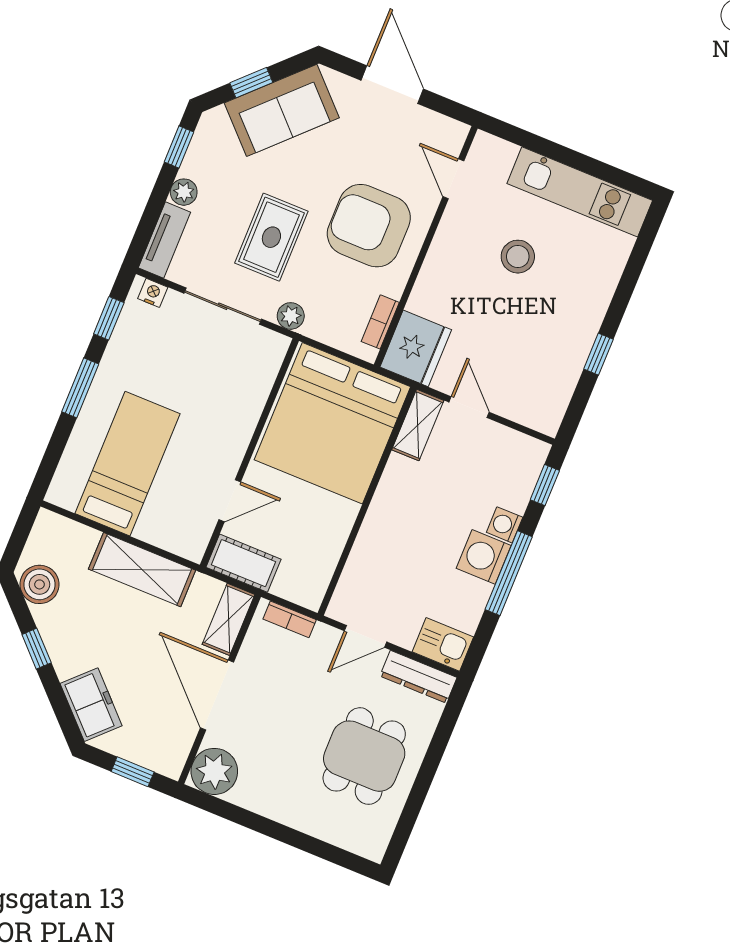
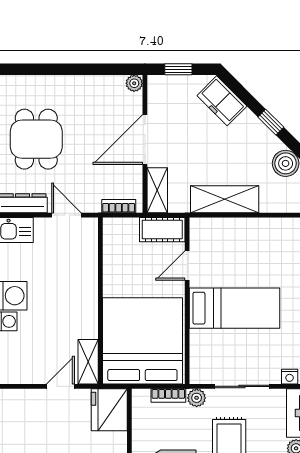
bookcase: (380, 322) -> (168, 396), moved, turned 90
door: (469, 407) -> (60, 386), swing flipped
bed: (128, 464) -> (235, 308), moved, turned -90
door: (366, 636) -> (66, 215), hinge flipped
door: (217, 695) -> (145, 140), swing flipped
plant: (214, 771) -> (134, 83), width x0.53, depth x0.53

